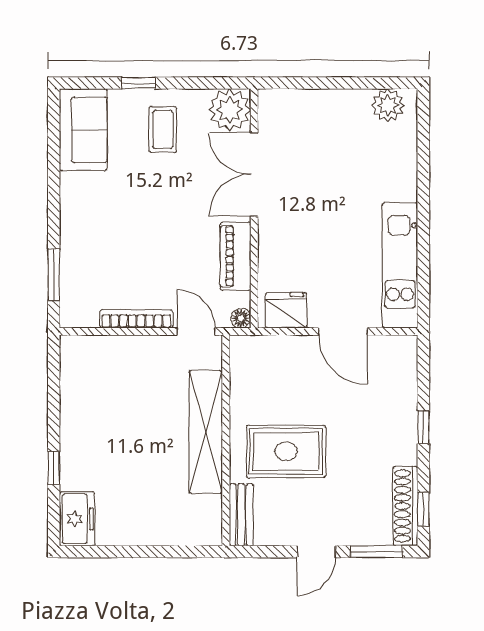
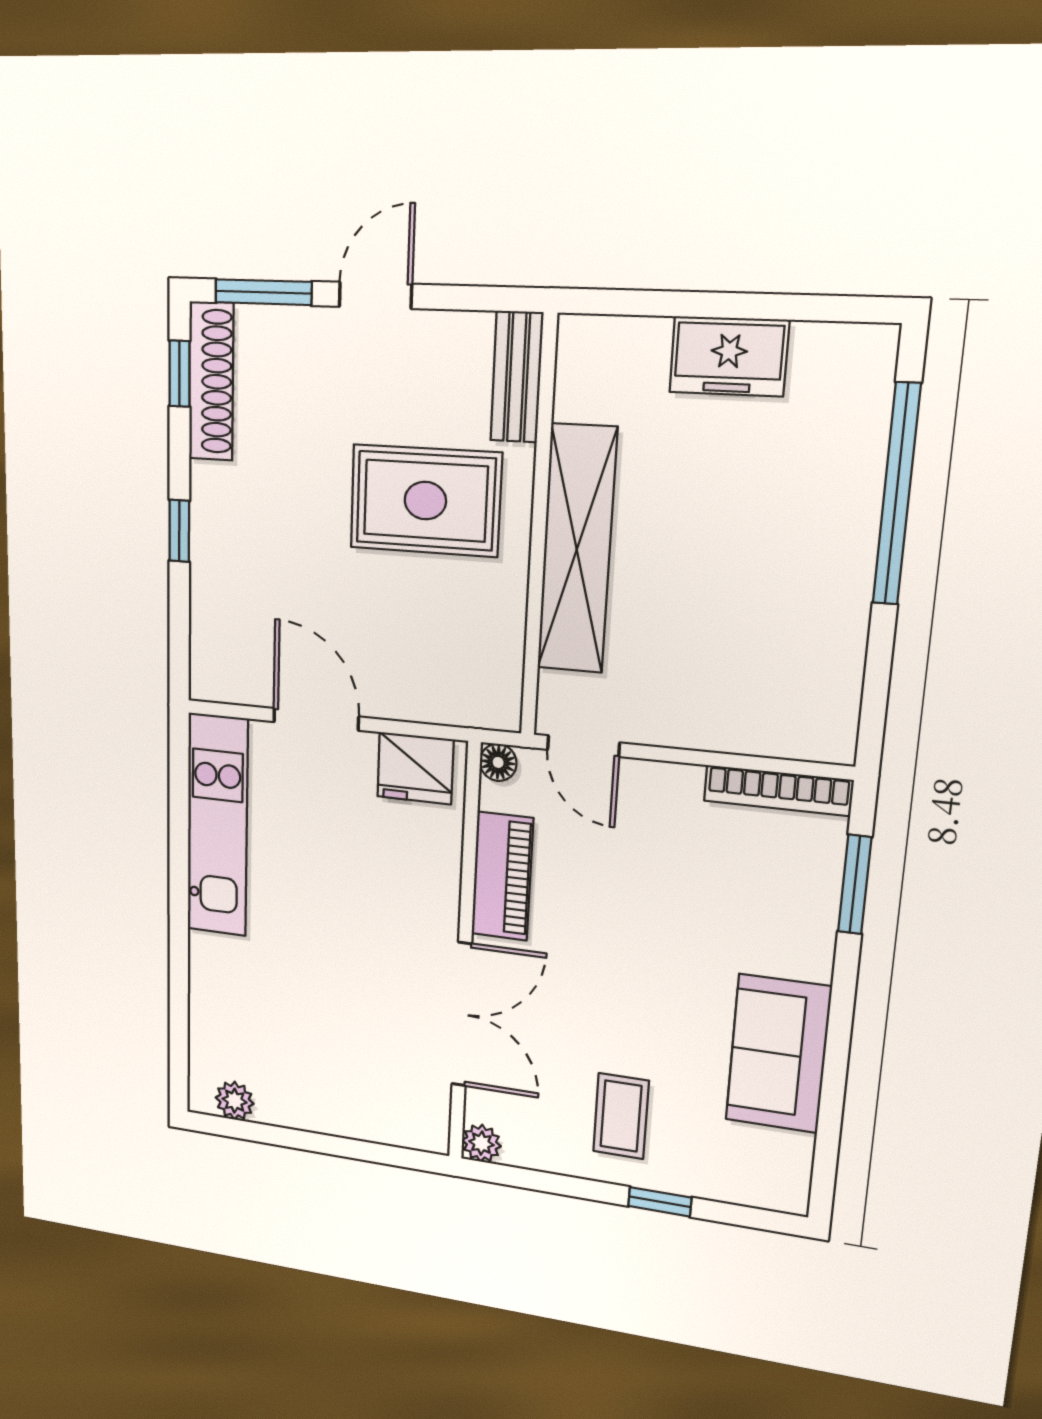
plant: (388, 105) -> (235, 1101), width x0.73, depth x0.73
plant: (230, 110) -> (481, 1143), width x0.53, depth x0.53
sofa: (83, 130) -> (778, 1054), moved
bookcase: (136, 319) -> (778, 790), moved
window: (54, 468) -> (896, 495), width x3.17
freezer: (77, 519) -> (729, 356), moved, turned -90

